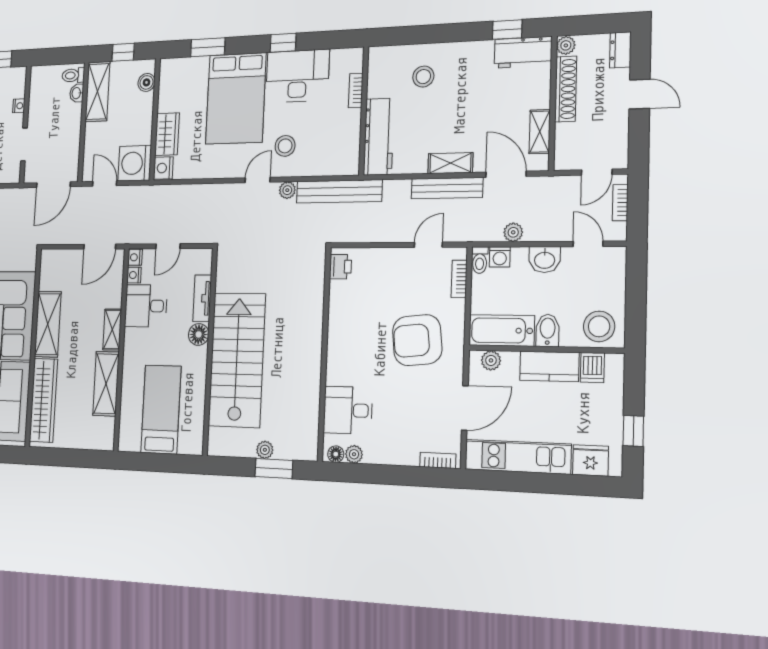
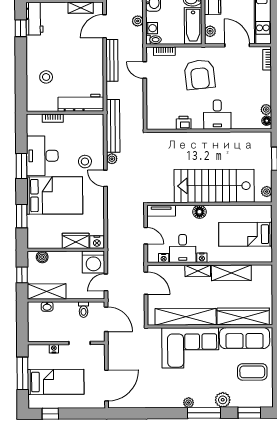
window: (283, 43) -> (21, 166), width x1.50
toilet: (73, 75) -> (84, 310), moved
shelving: (450, 163) -> (98, 59), removed
nightstand: (135, 257) -> (202, 258), moved
printer: (340, 267) -> (184, 123), moved
tv unit: (202, 298) -> (161, 211), moved
shelving: (48, 324) -> (186, 317), width x1.47
desk: (348, 410) -> (217, 115), moved
plant: (265, 450) -> (267, 192), moved

